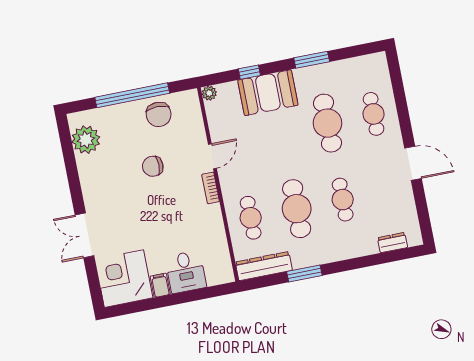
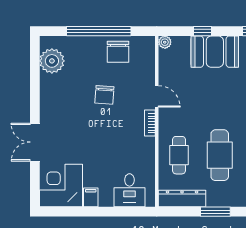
door: (212, 156) -> (157, 96), hinge flipped
chair: (153, 166) -> (104, 95), turned -86
desk: (186, 272) -> (129, 190), moved

